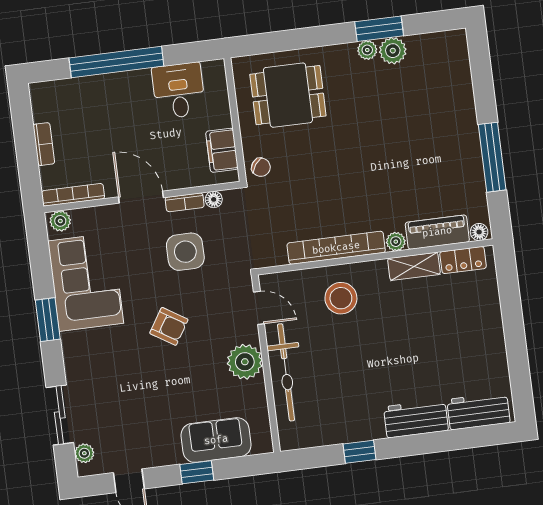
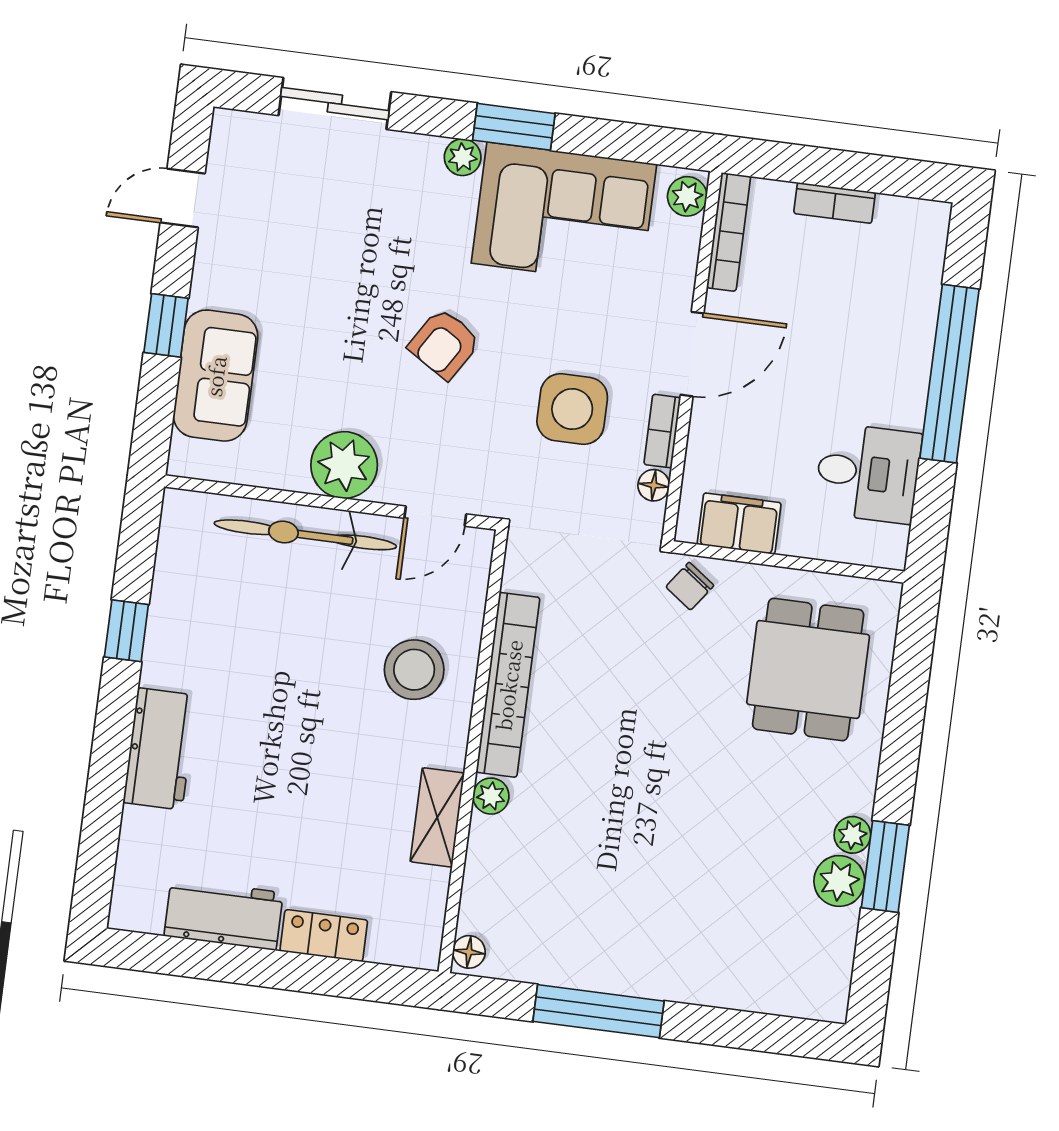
piano: (437, 232) -> (488, 876), removed
locker: (463, 260) -> (324, 936), moved, turned 90
workbench: (478, 411) -> (224, 914), moved, turned -90
plant: (84, 453) -> (463, 157), moved

